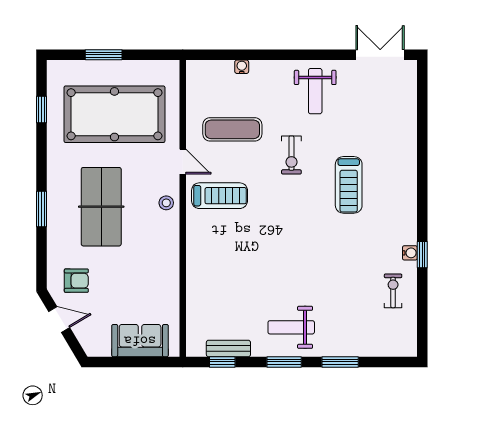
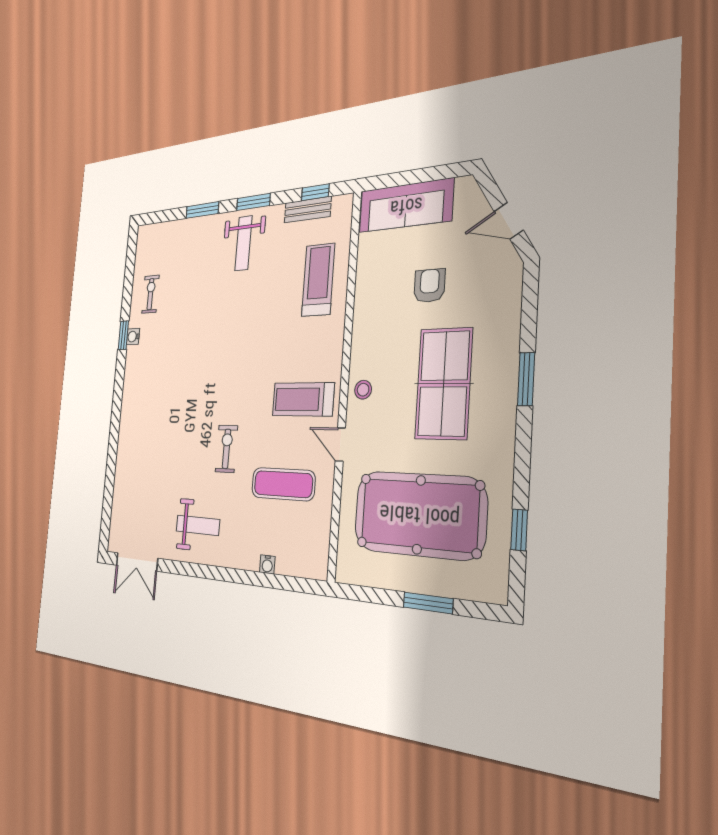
weight bench: (315, 91) -> (198, 525), turned 90
treadmill: (349, 185) -> (318, 280), moved
armchair: (76, 281) -> (429, 286), moved, turned 90
exercise bike: (393, 291) -> (150, 294), turned 180
weight bench: (291, 327) -> (243, 243), turned 90
sofa: (140, 341) -> (406, 206), width x1.36

